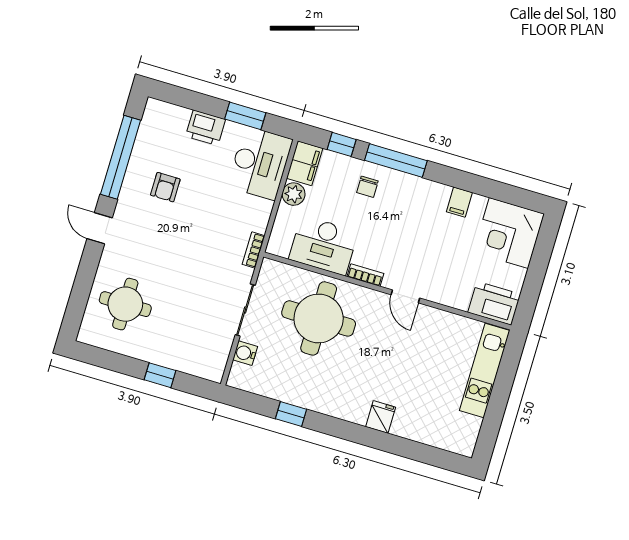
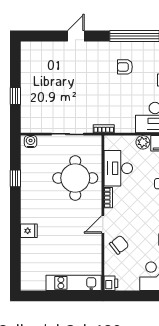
door: (100, 228) -> (76, 36), moved
chair: (445, 280) -> (119, 245), added
printer: (494, 303) -> (111, 283), width x0.53, depth x0.68
round table: (125, 304) -> (50, 64), removed
water cooler: (245, 353) -> (31, 141), moved

